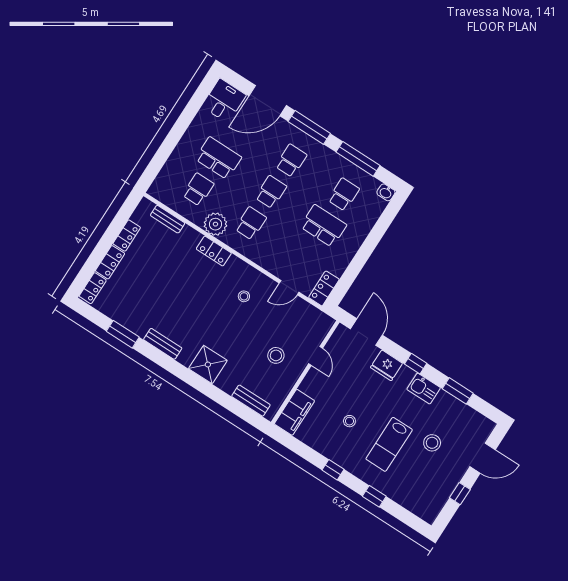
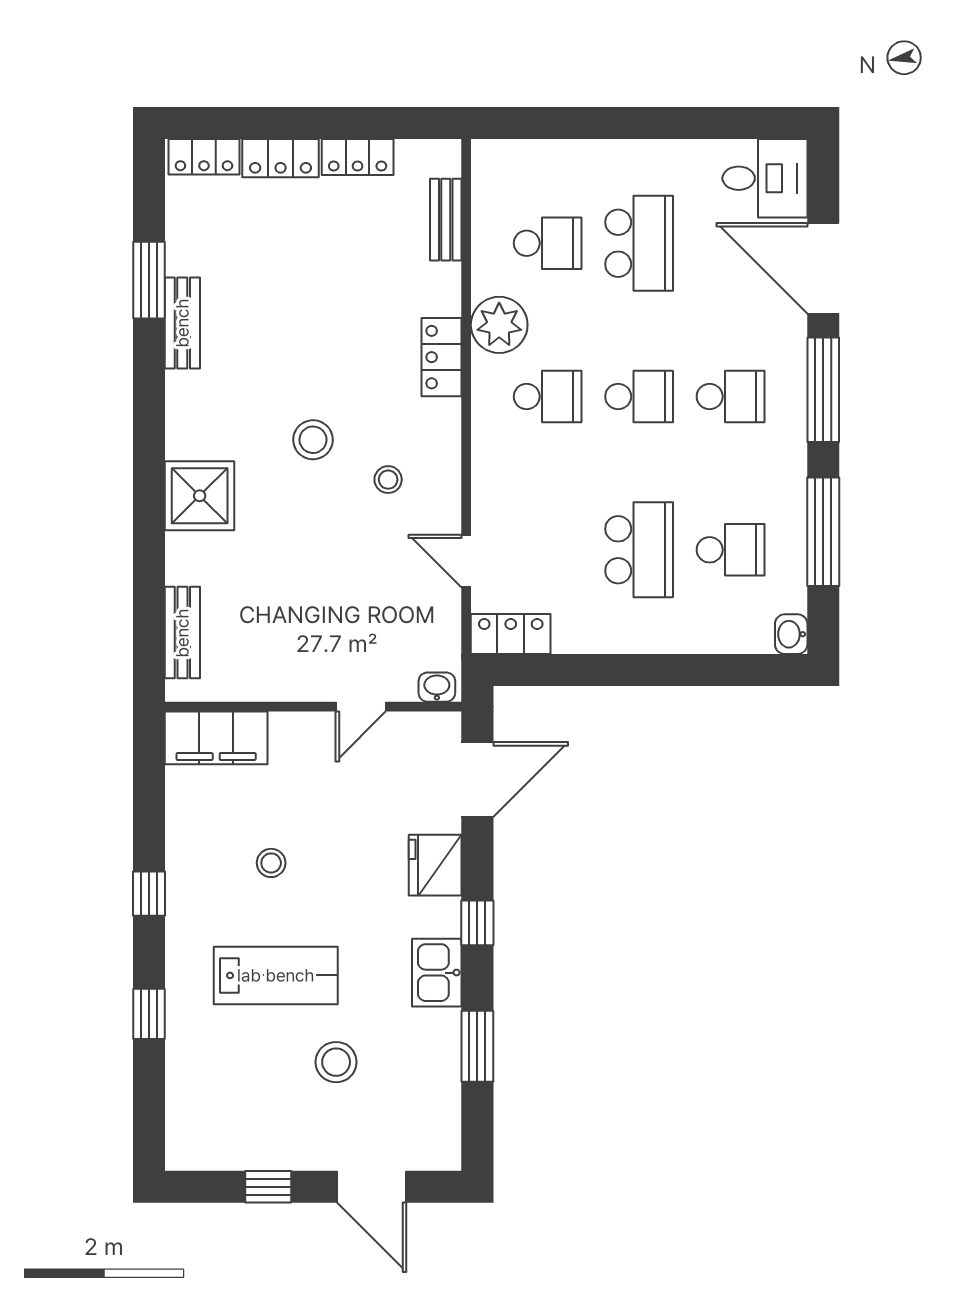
washbasin: (326, 325) -> (437, 687), added
bench: (163, 344) -> (182, 323), moved
stool: (276, 355) -> (313, 440), moved
lab bench: (389, 444) -> (276, 975), turned 180

